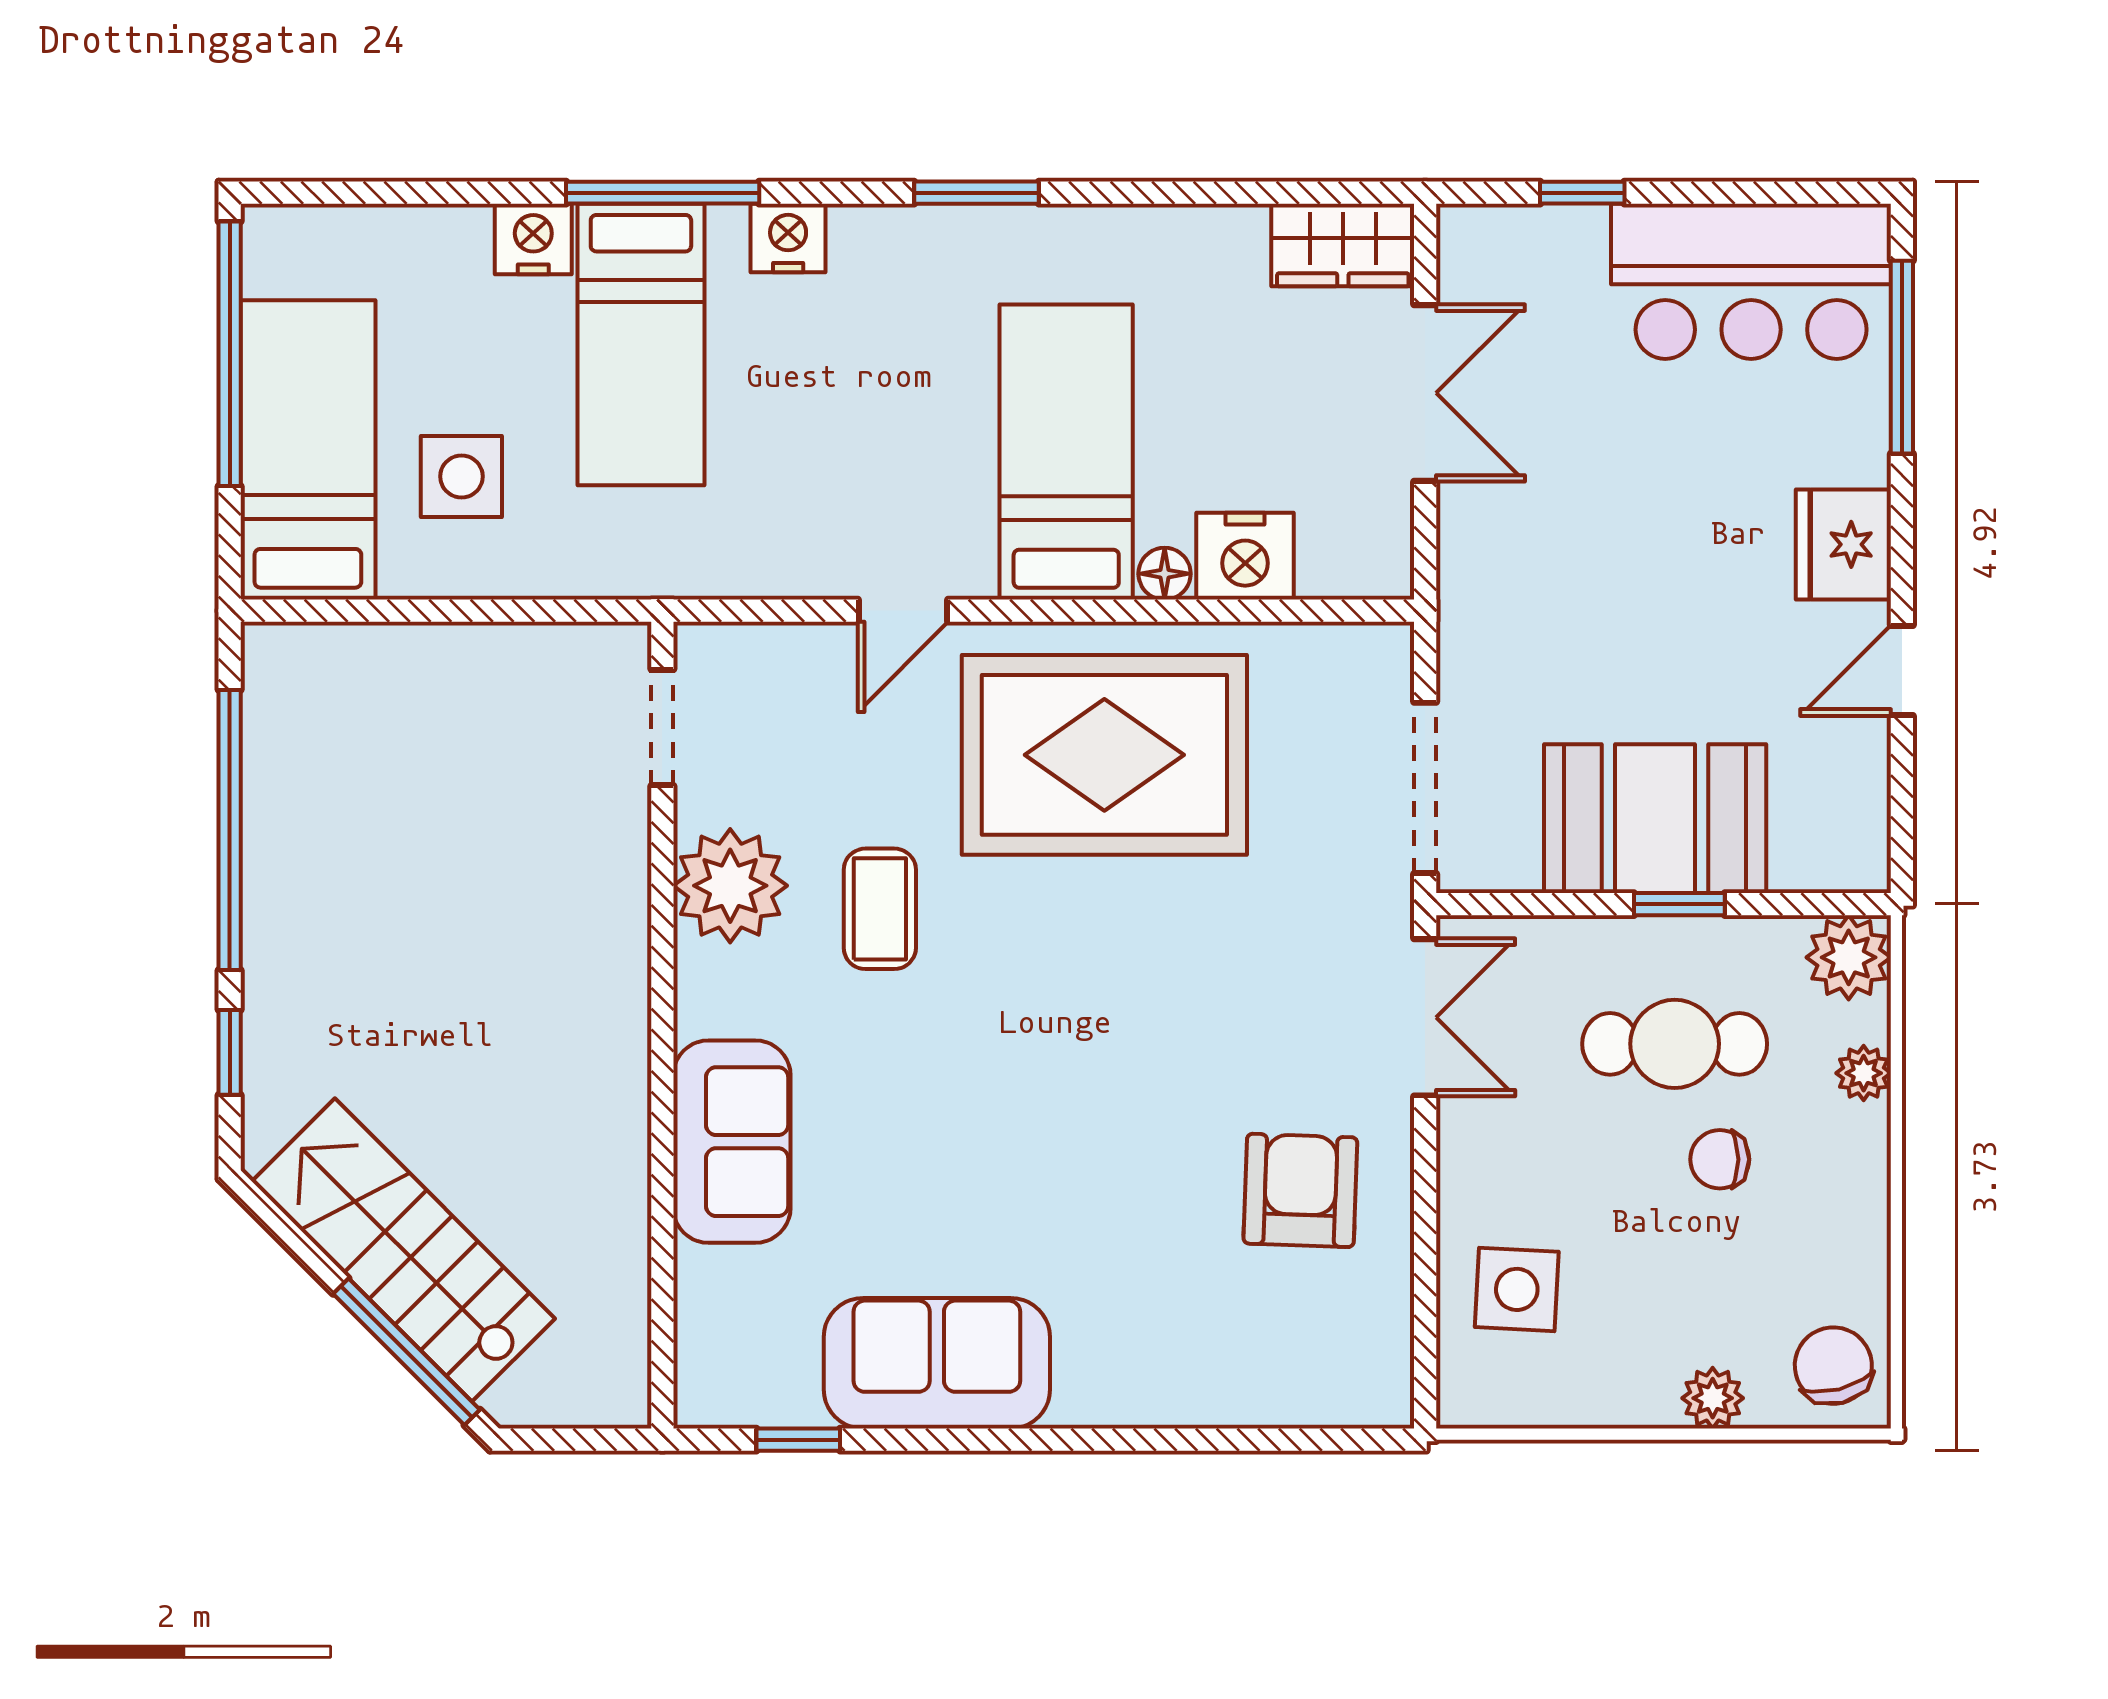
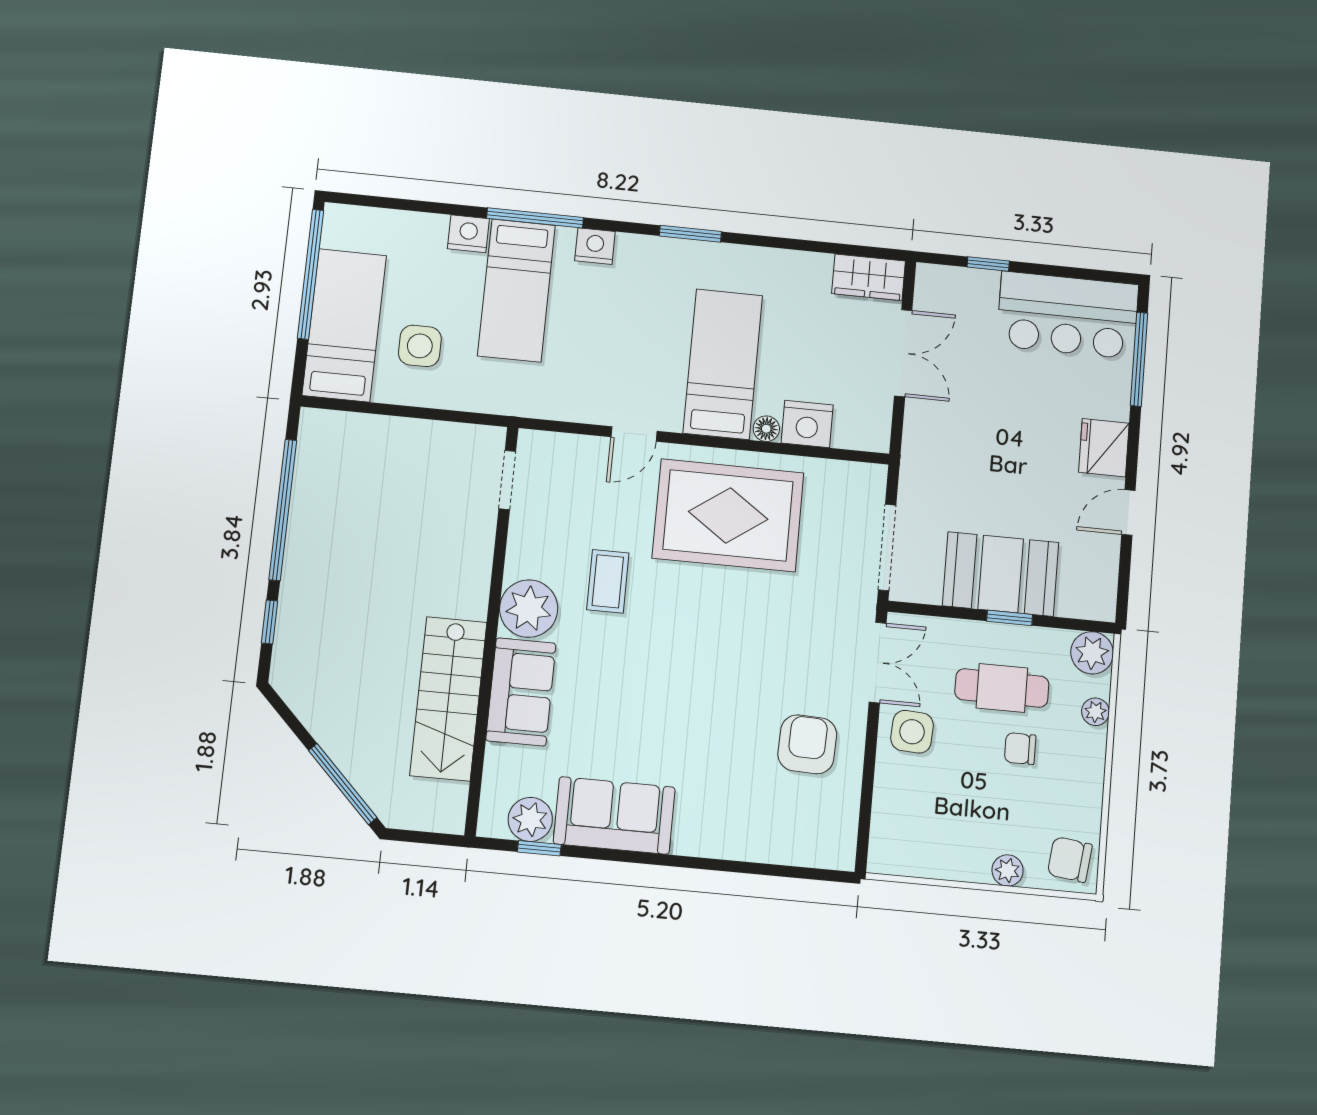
plant: (730, 886) -> (529, 609), moved
stairs: (403, 1250) -> (448, 699), moved, turned -135
side table: (1517, 1289) -> (912, 732), moved
chair: (1833, 1366) -> (1070, 859), turned -69
plant: (775, 1386) -> (530, 819), added

